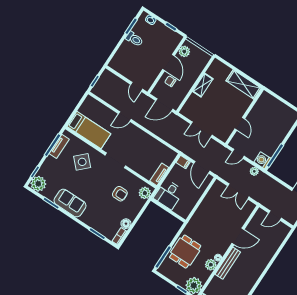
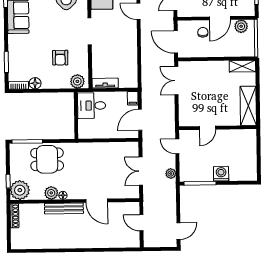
shelving: (203, 85) -> (242, 66), moved
double door: (202, 130) -> (176, 81), moved
washing machine: (262, 160) -> (221, 174), moved

